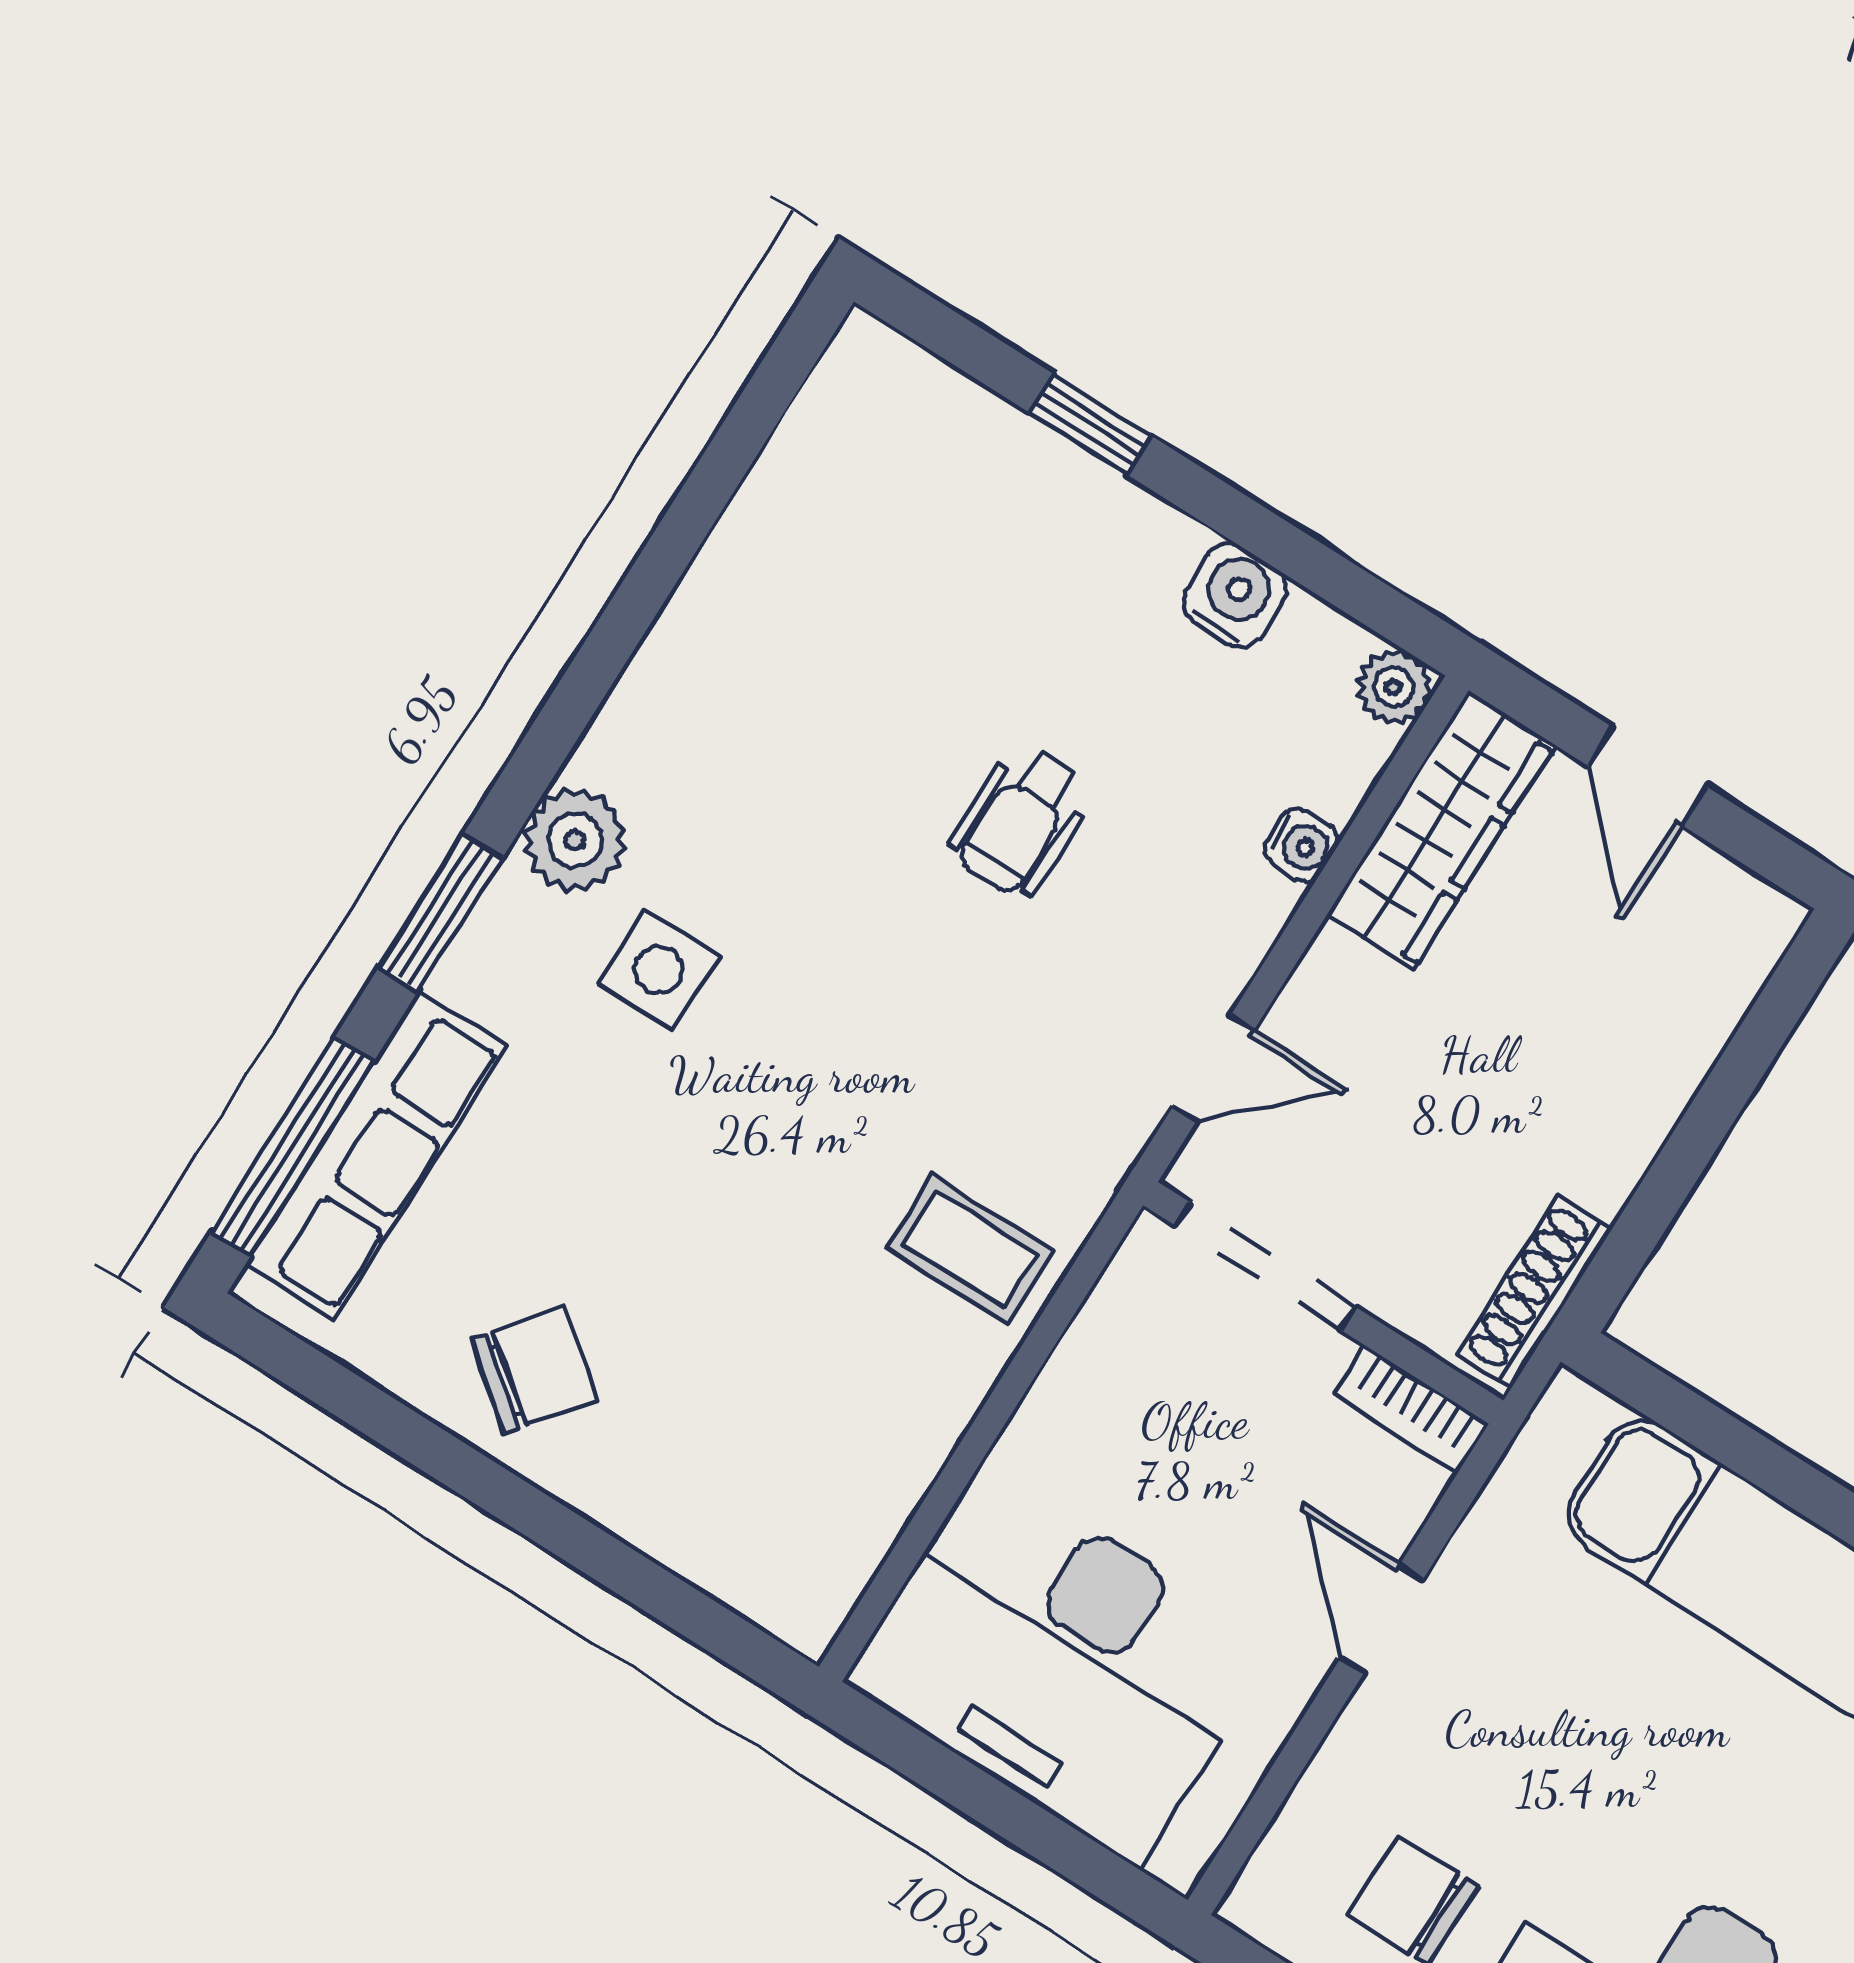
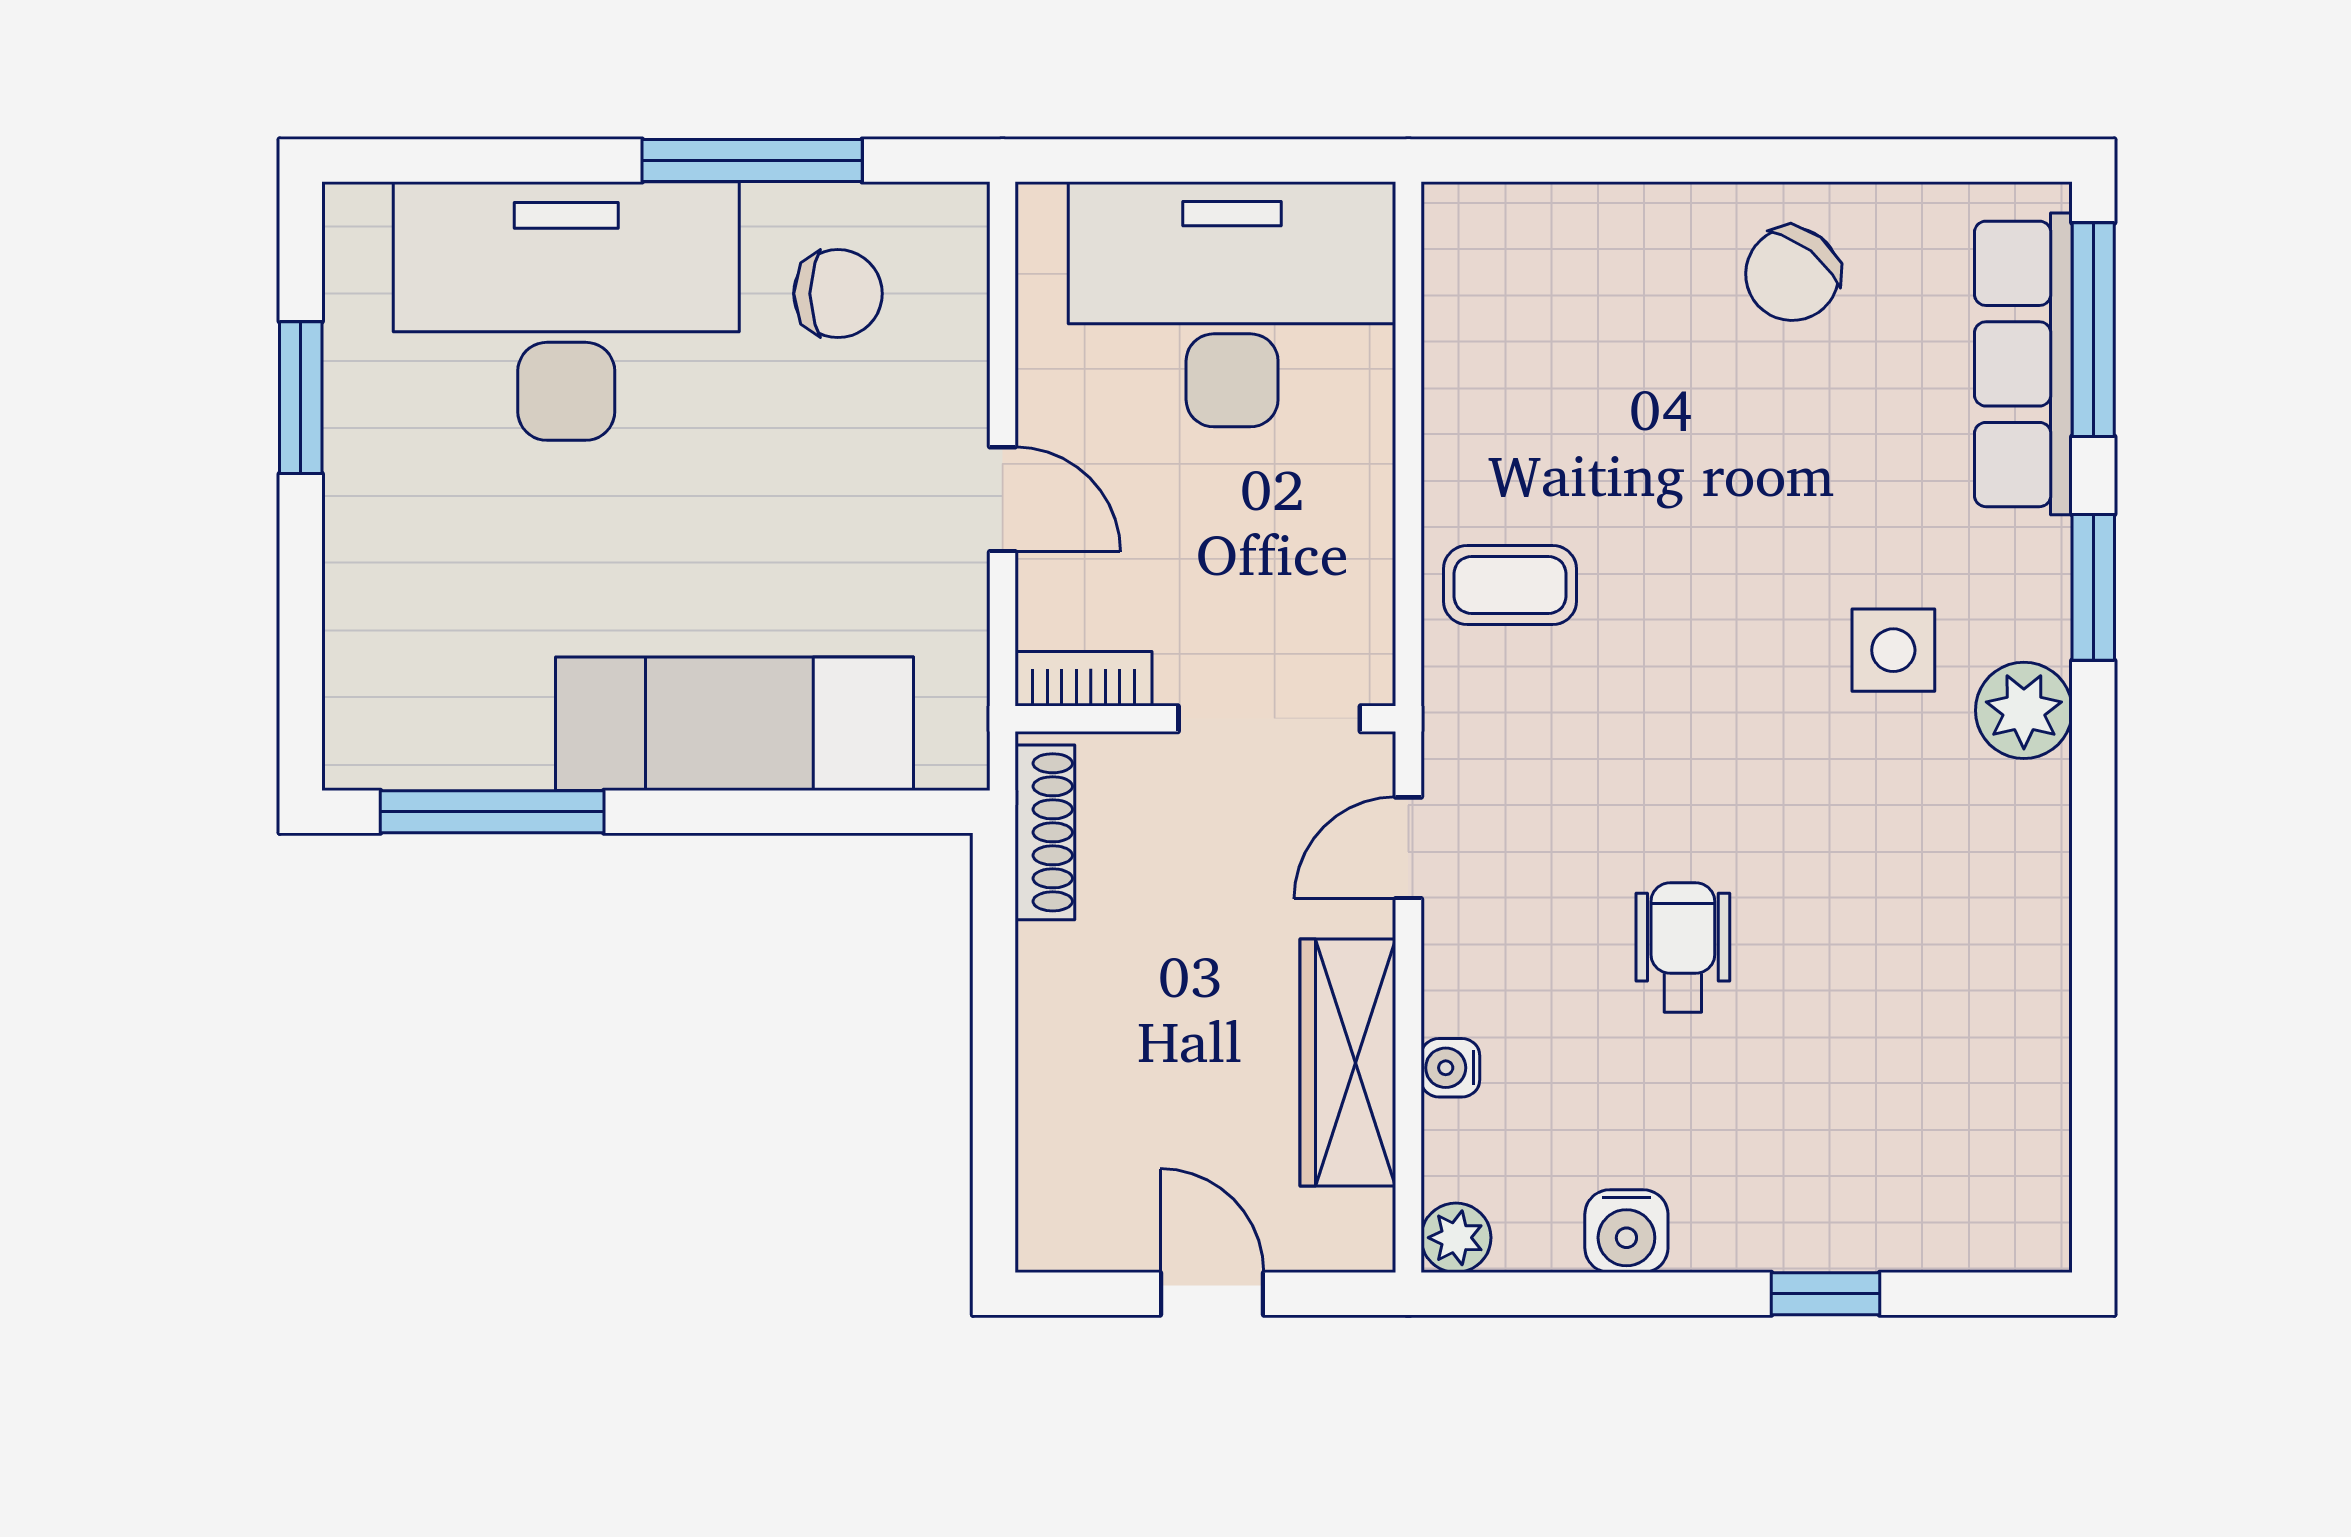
wardrobe: (1441, 830) -> (1348, 1062), moved

